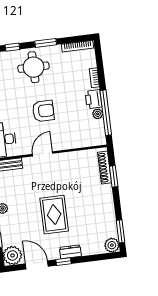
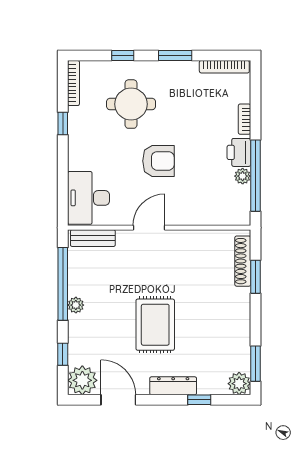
round table: (34, 67) -> (131, 104), moved
dresser: (70, 252) -> (173, 386), width x1.44
window: (63, 262) -> (199, 400), moved

